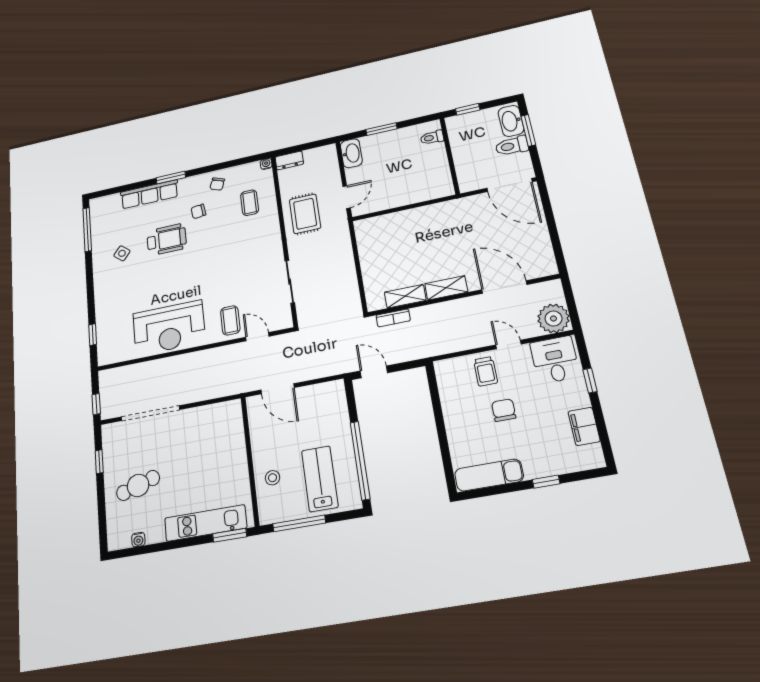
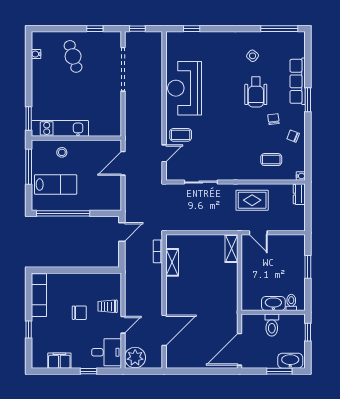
toilet: (512, 146) -> (272, 325), moved, turned 180
washbasin: (351, 153) -> (273, 304), moved, turned 180
shelving: (446, 288) -> (232, 249), moved
kitchen unit: (206, 523) -> (60, 128), moved, turned -90

